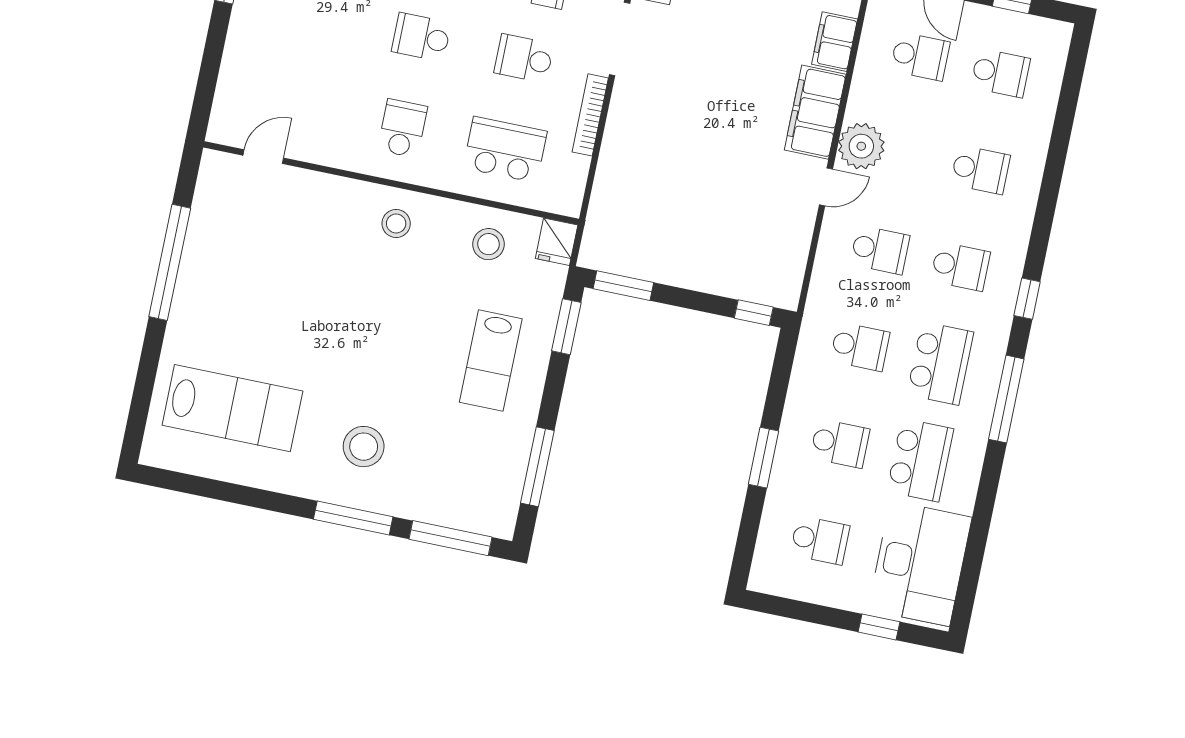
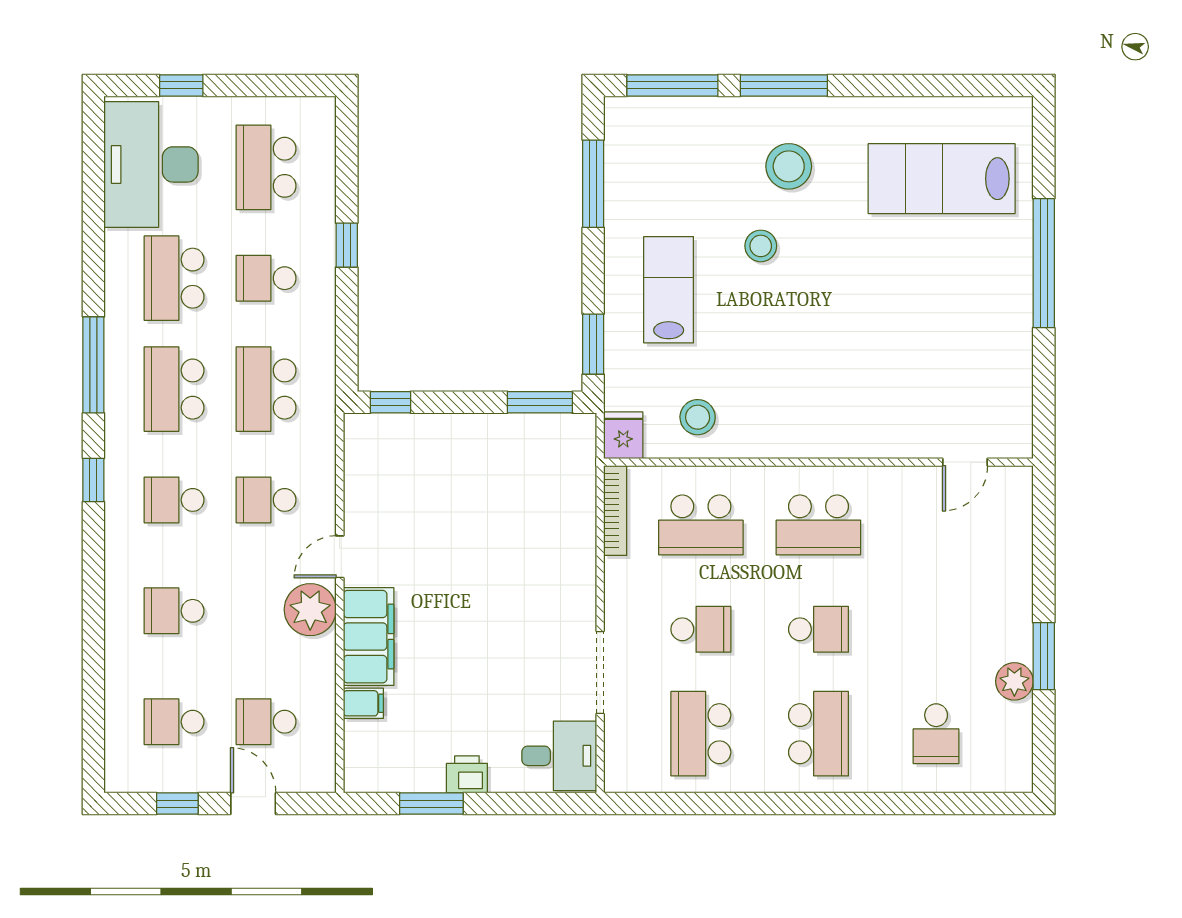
filing cabinet: (835, 42) -> (363, 703), width x0.50
bookcase: (590, 115) -> (615, 511), moved
school desk: (402, 128) -> (818, 525), width x1.85
stool: (396, 223) -> (761, 246), moved
window: (170, 262) -> (1044, 263), moved
school desk: (860, 347) -> (266, 389), width x1.85
window: (764, 458) -> (347, 245), width x0.67
school desk: (820, 540) -> (266, 167), width x1.85

